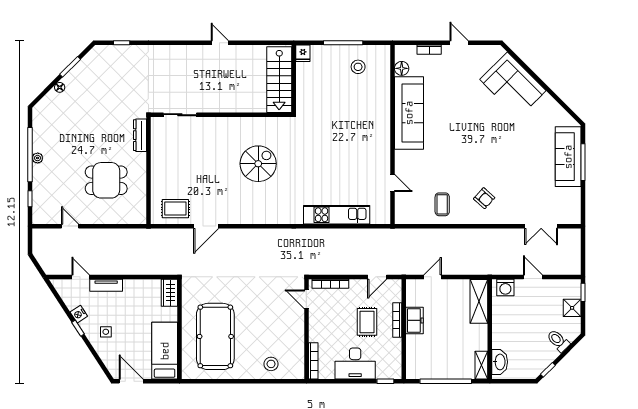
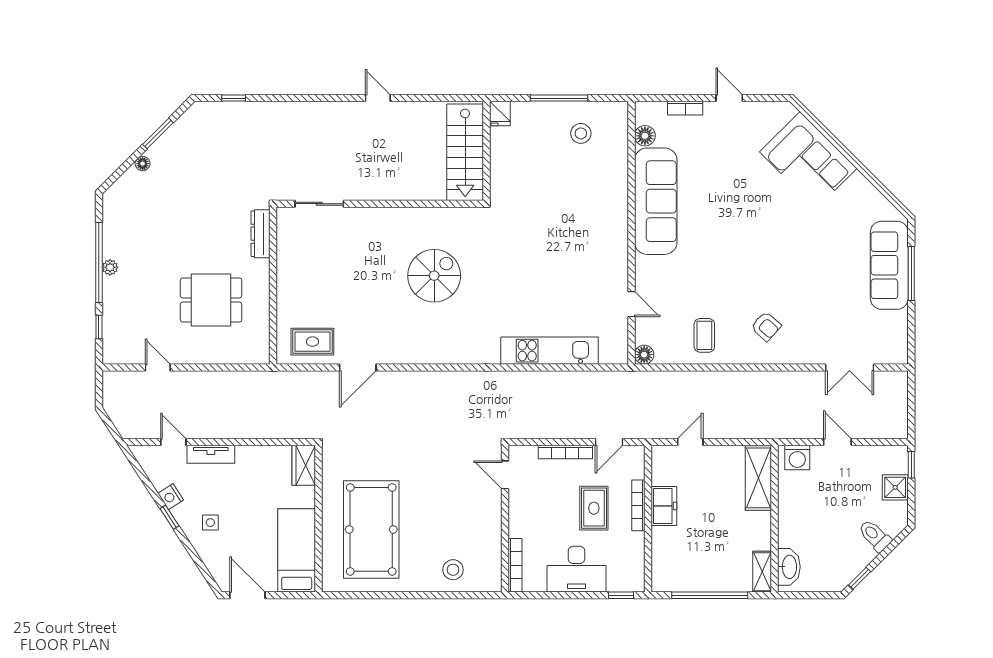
floor lamp: (401, 217) -> (644, 355), added
bookcase: (330, 284) -> (565, 452), moved

